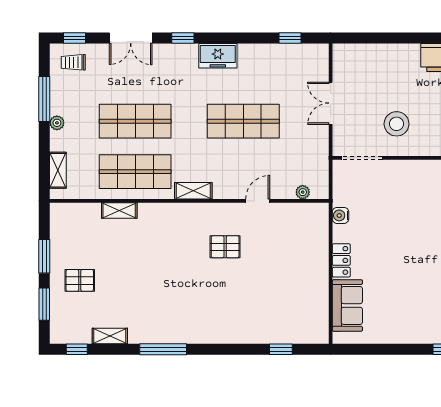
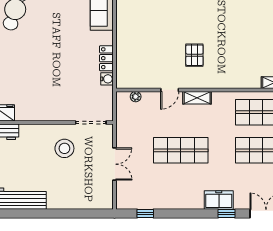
freezer: (218, 56) -> (219, 200), moved
shelving: (193, 191) -> (197, 98), moved
pallet: (225, 247) -> (194, 55), turned 90
locker: (341, 260) -> (106, 58), moved

